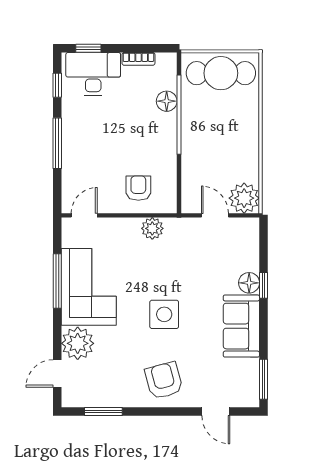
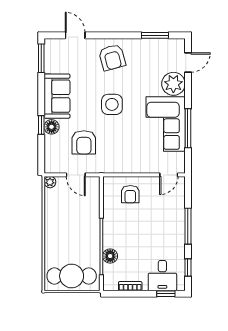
desk: (93, 74) -> (162, 276), width x0.73
plant: (244, 198) -> (50, 182), width x0.53, depth x0.53
plant: (152, 228) -> (120, 166), removed
armchair: (204, 261) -> (84, 142), added

